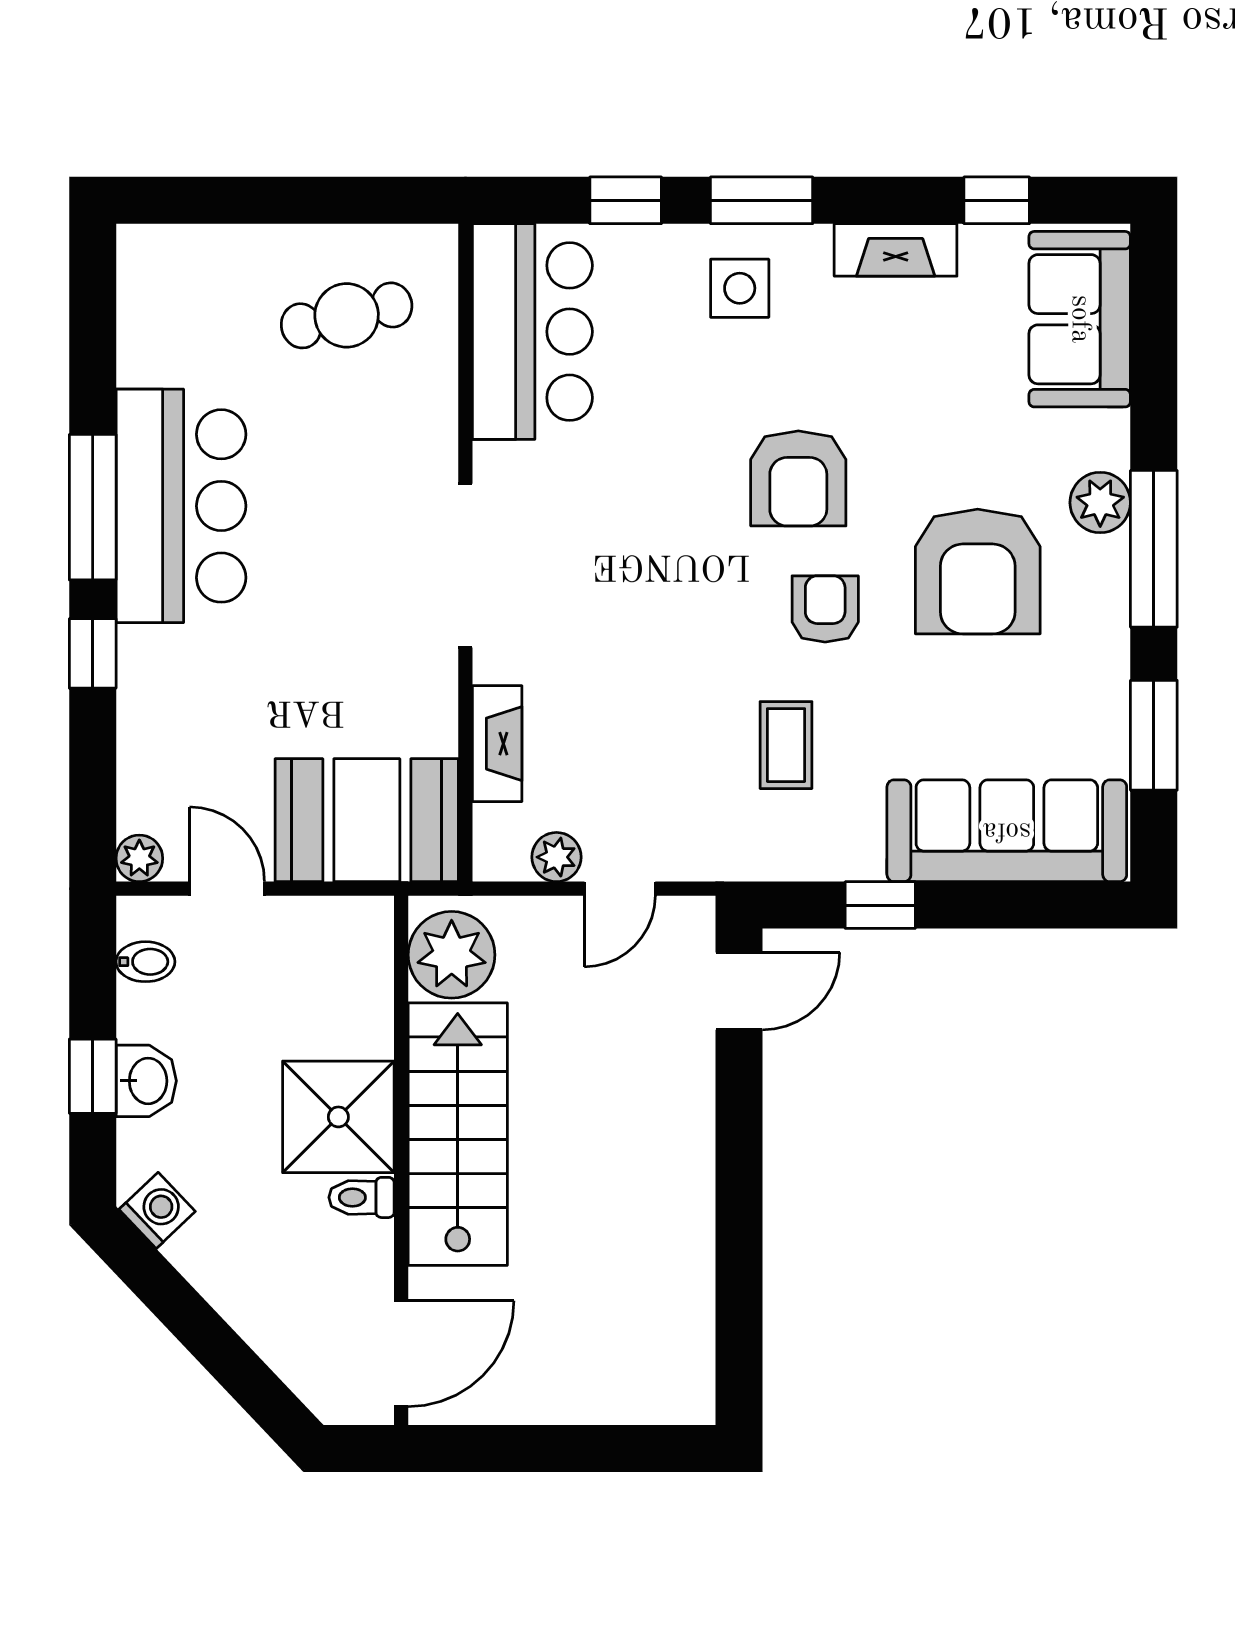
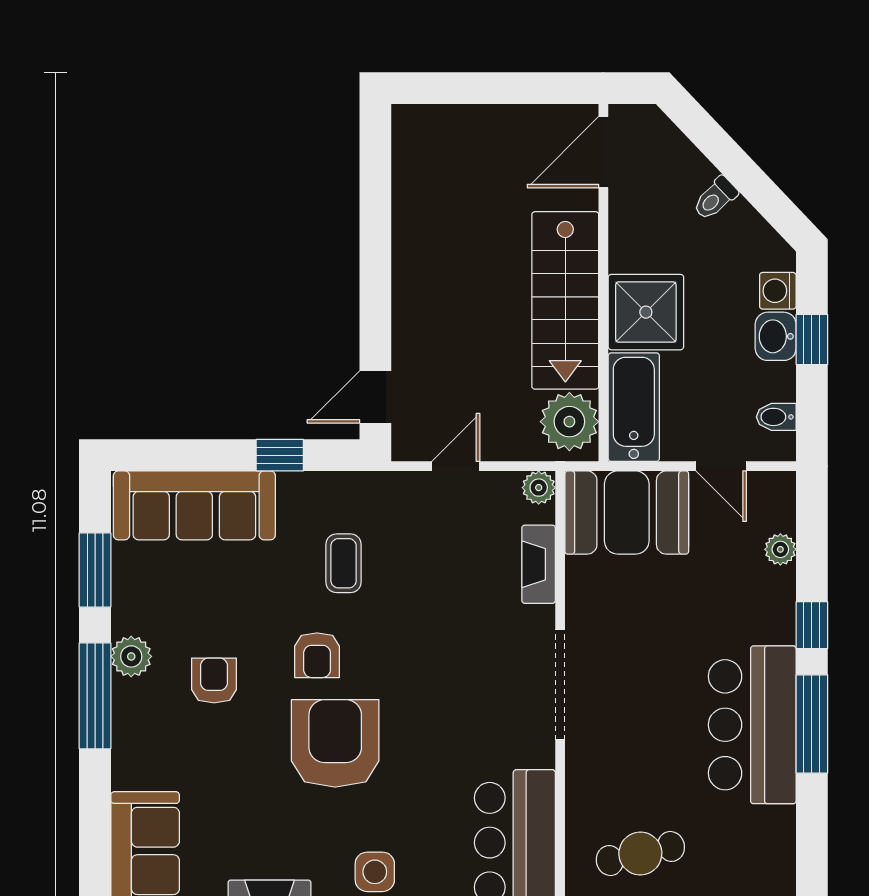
armchair: (798, 478) -> (335, 743), width x1.36, depth x1.36
plant: (1100, 503) -> (131, 656), moved
armchair: (978, 571) -> (214, 681), width x0.53, depth x0.53
plant: (556, 857) -> (539, 488), moved
plant: (139, 858) -> (780, 549), moved
bathtub: (356, 976) -> (634, 407), added
toilet: (362, 1197) -> (715, 198), moved, turned 137
washing machine: (157, 1210) -> (778, 291), moved, turned 43

